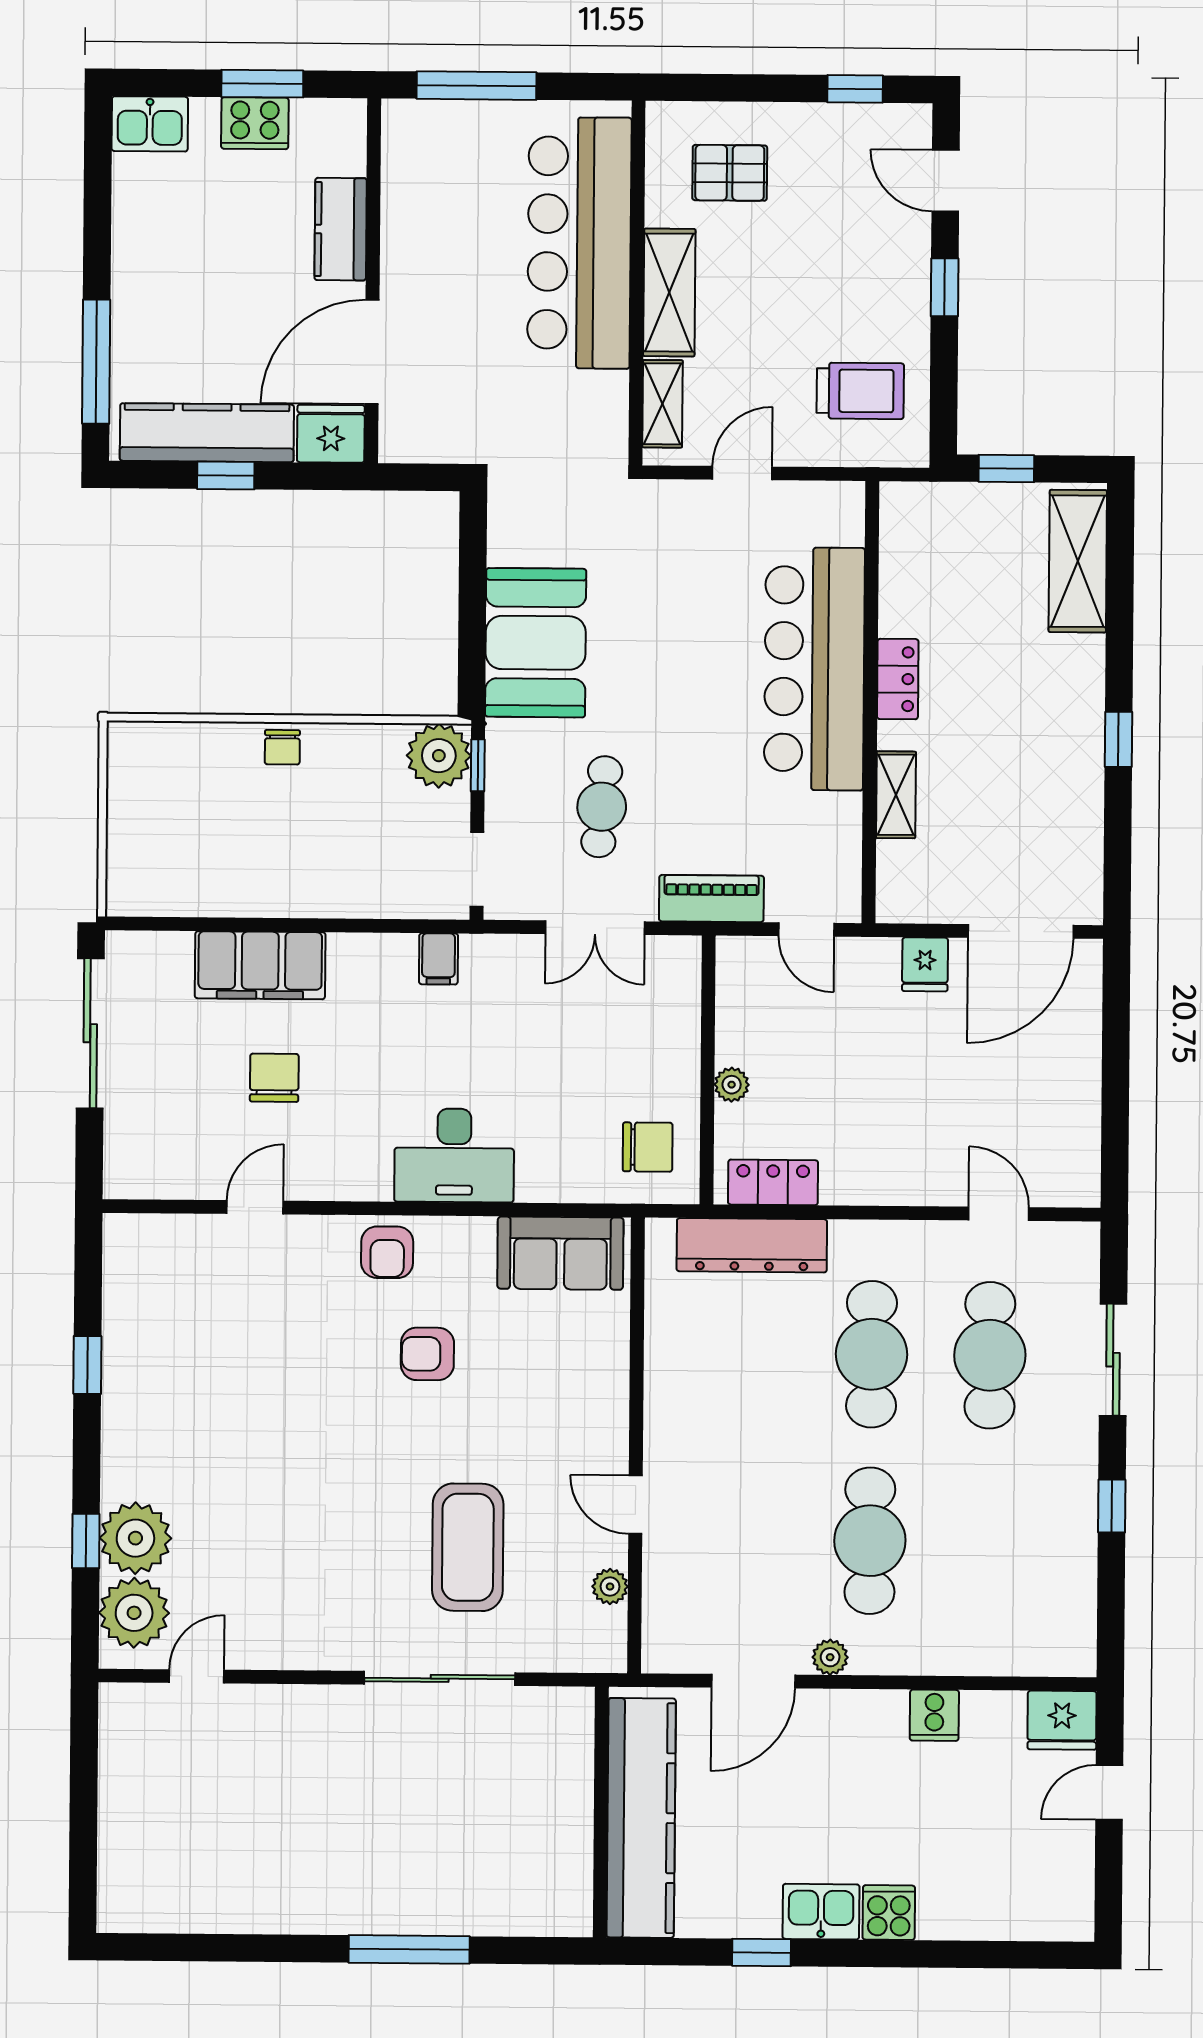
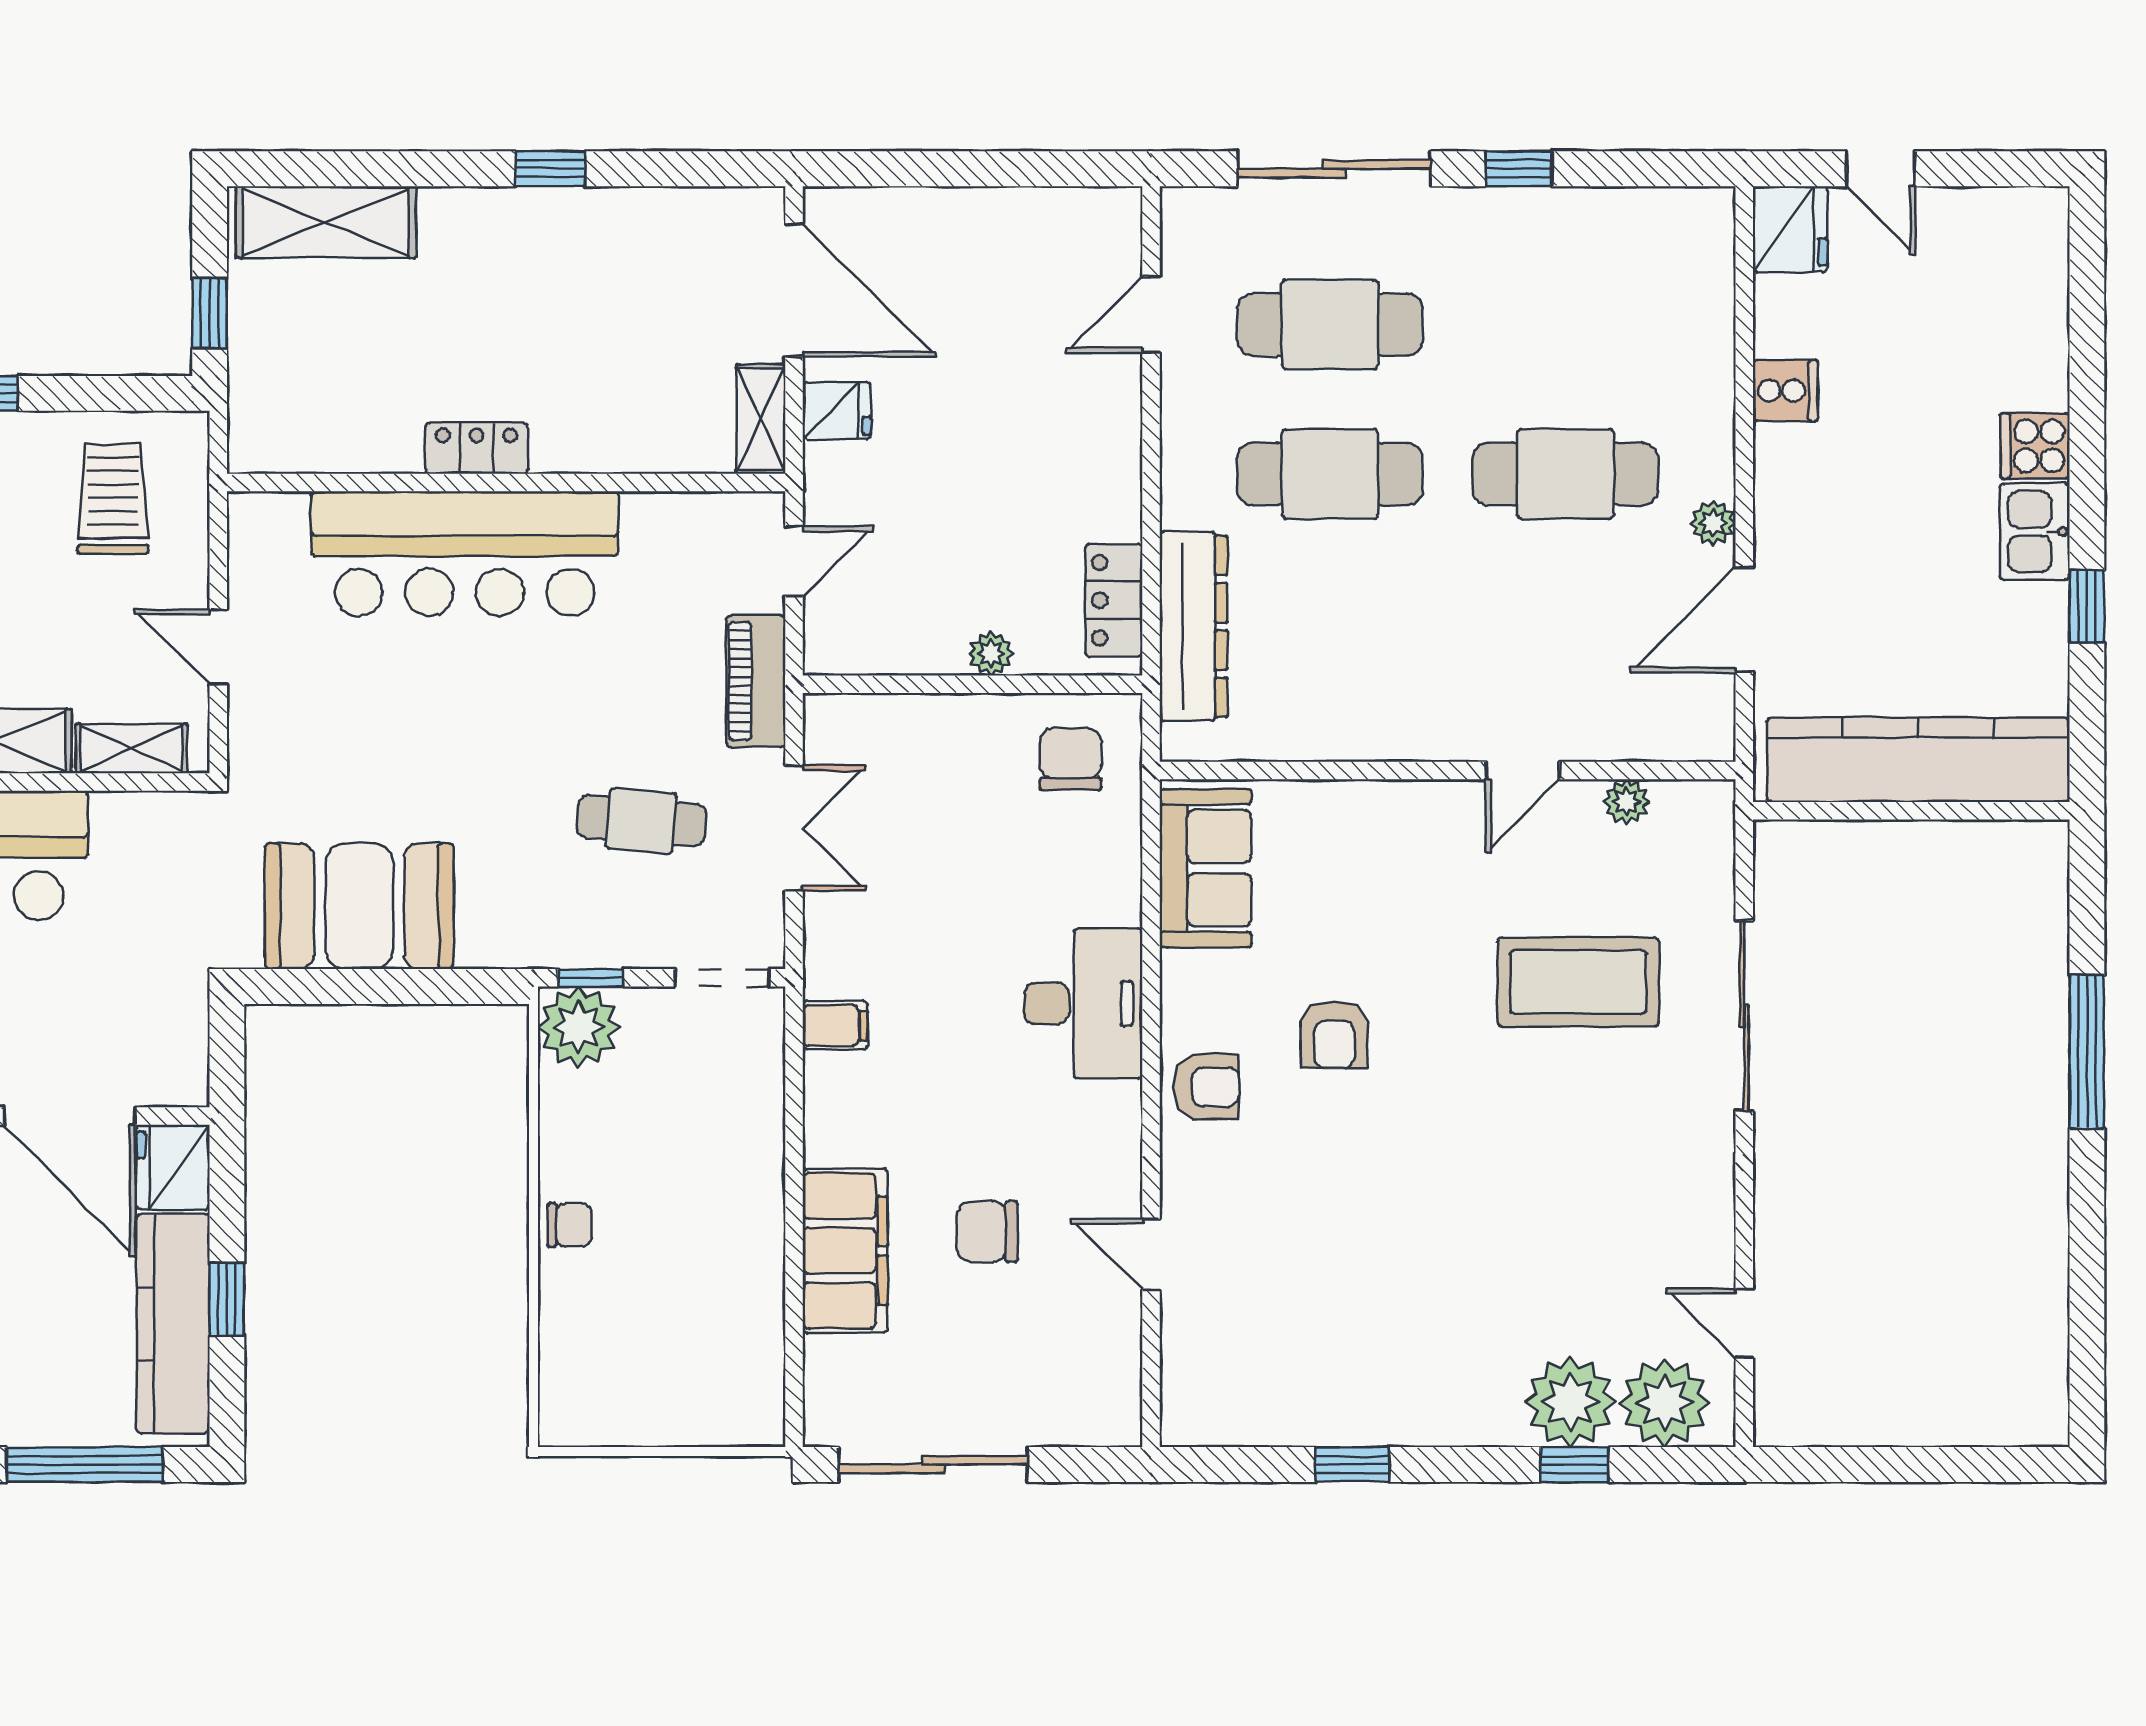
booth: (536, 643) -> (359, 906), moved
shelving: (896, 795) -> (761, 419), moved, turned 90
sliding door: (1113, 1360) -> (1334, 169), width x1.37
door: (753, 1681) -> (1744, 620), swing flipped

